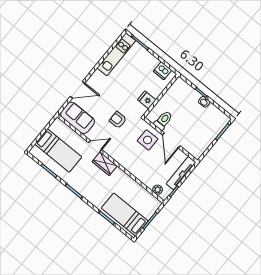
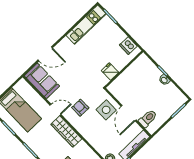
armchair: (118, 120) -> (80, 108), moved
toilet: (163, 120) -> (148, 118), moved
wardrobe: (105, 164) -> (66, 132), width x1.50

